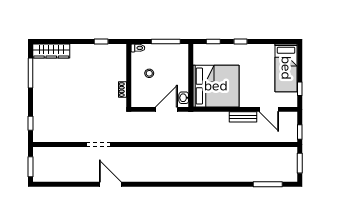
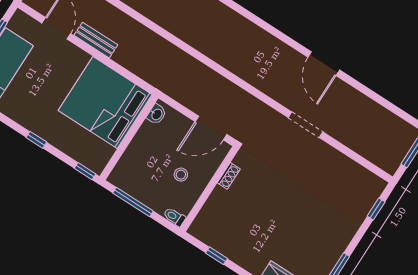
window: (213, 41) -> (85, 171), moved
door: (166, 109) -> (211, 128), moved

